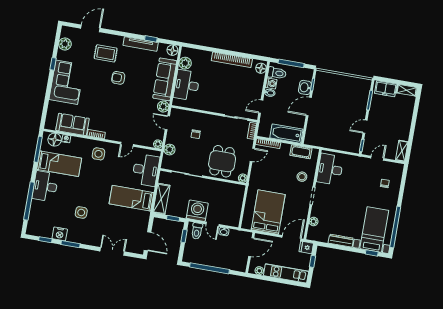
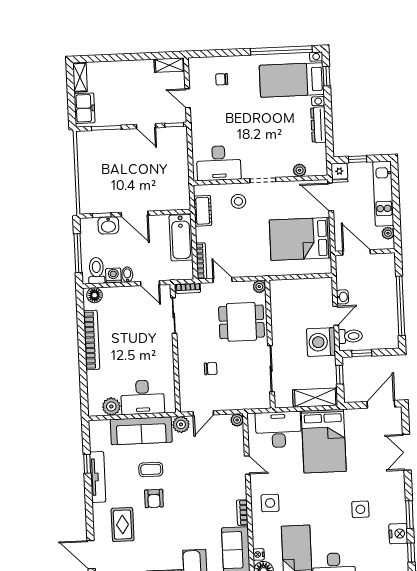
floor lamp: (172, 50) -> (97, 429), removed
coffee table: (138, 80) -> (151, 469), added
plant: (169, 150) -> (241, 402), removed
bed: (131, 198) -> (324, 441), width x1.50

